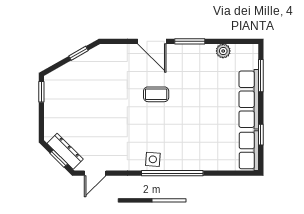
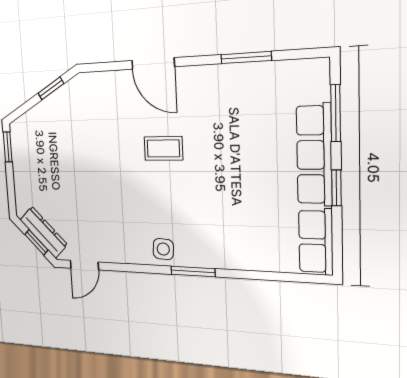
window: (190, 41) -> (246, 58), moved
plant: (223, 51) -> (268, 73), removed
window: (261, 135) -> (337, 188), moved
window: (172, 173) -> (193, 272), width x0.47

